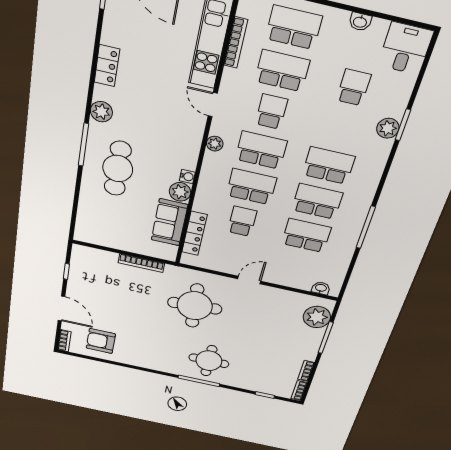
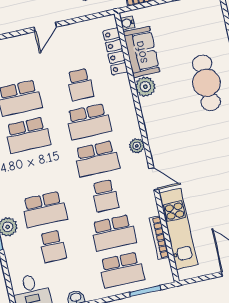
school desk: (329, 165) -> (44, 209), moved
water cooler: (187, 176) -> (127, 23), moved

